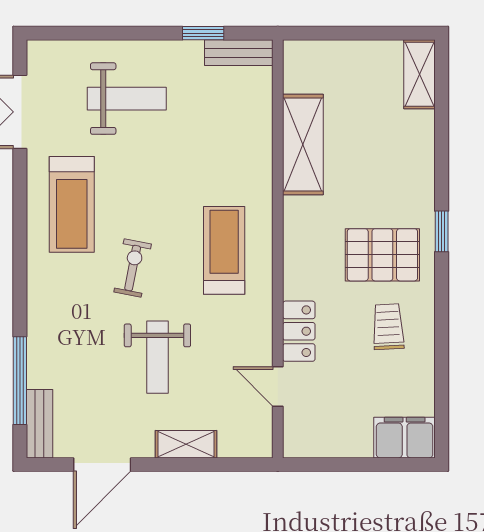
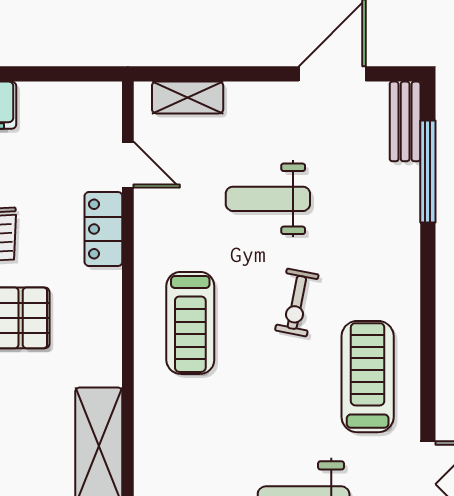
weight bench: (157, 357) -> (268, 199), turned -90
shelving: (186, 444) -> (188, 97), moved

